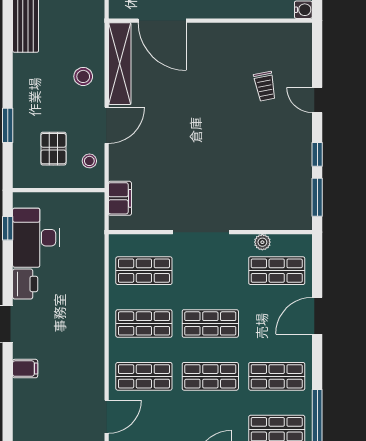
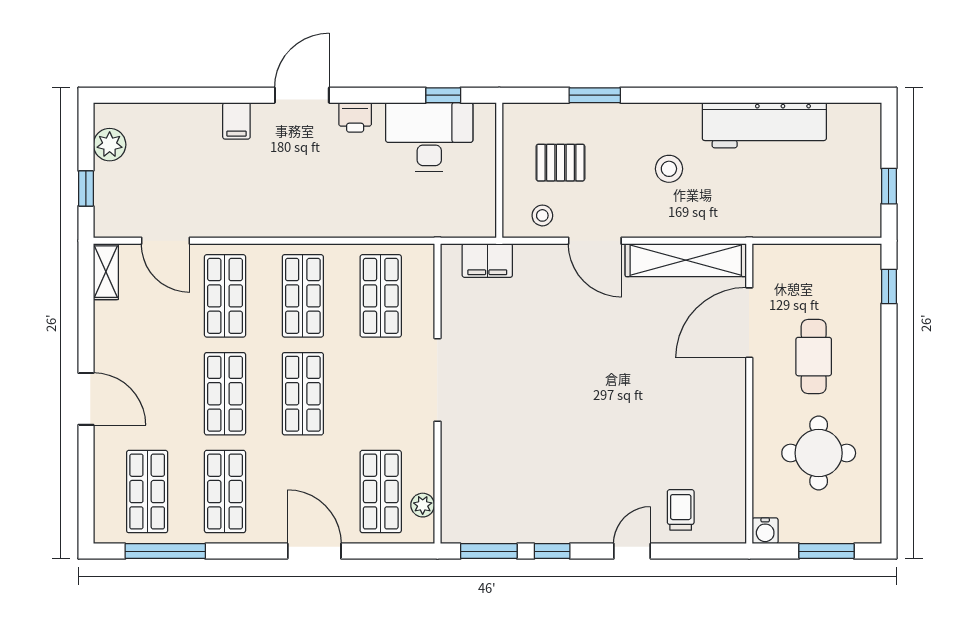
stool: (83, 76) -> (669, 169), moved
trolley: (265, 86) -> (681, 510), moved, turned 101
plant: (262, 242) -> (423, 505), moved
printer: (25, 284) -> (355, 117), width x0.73, depth x0.81

